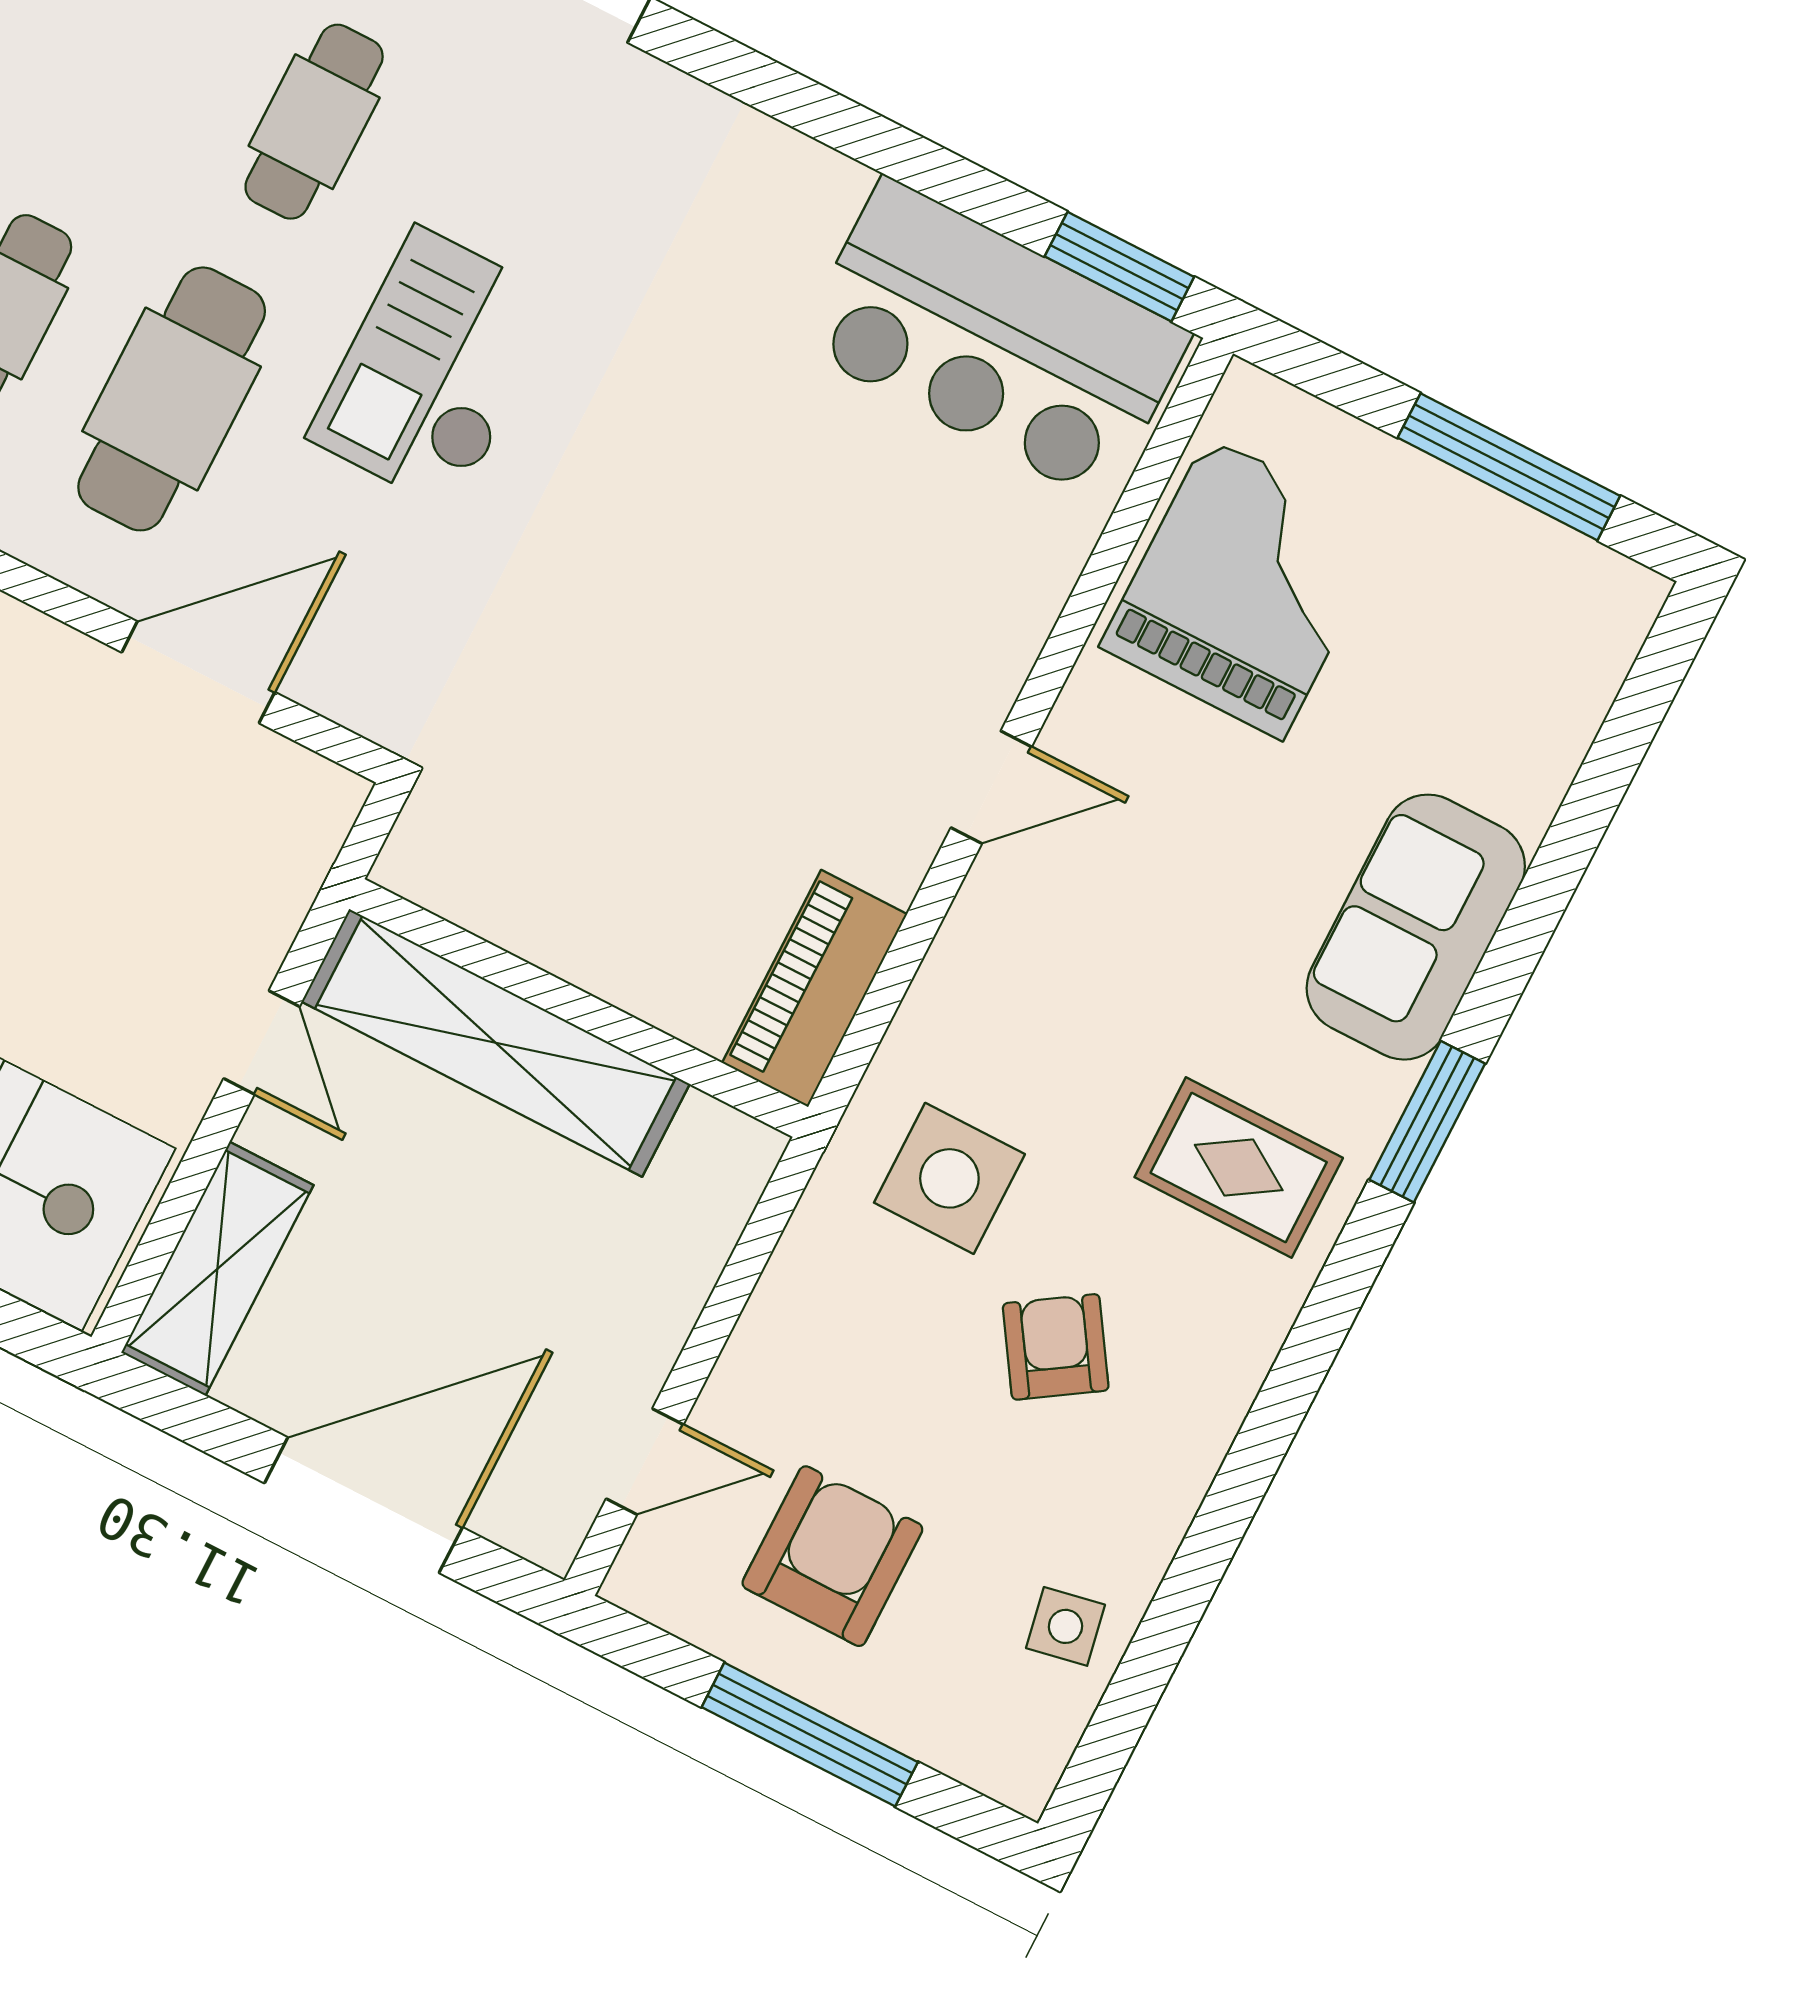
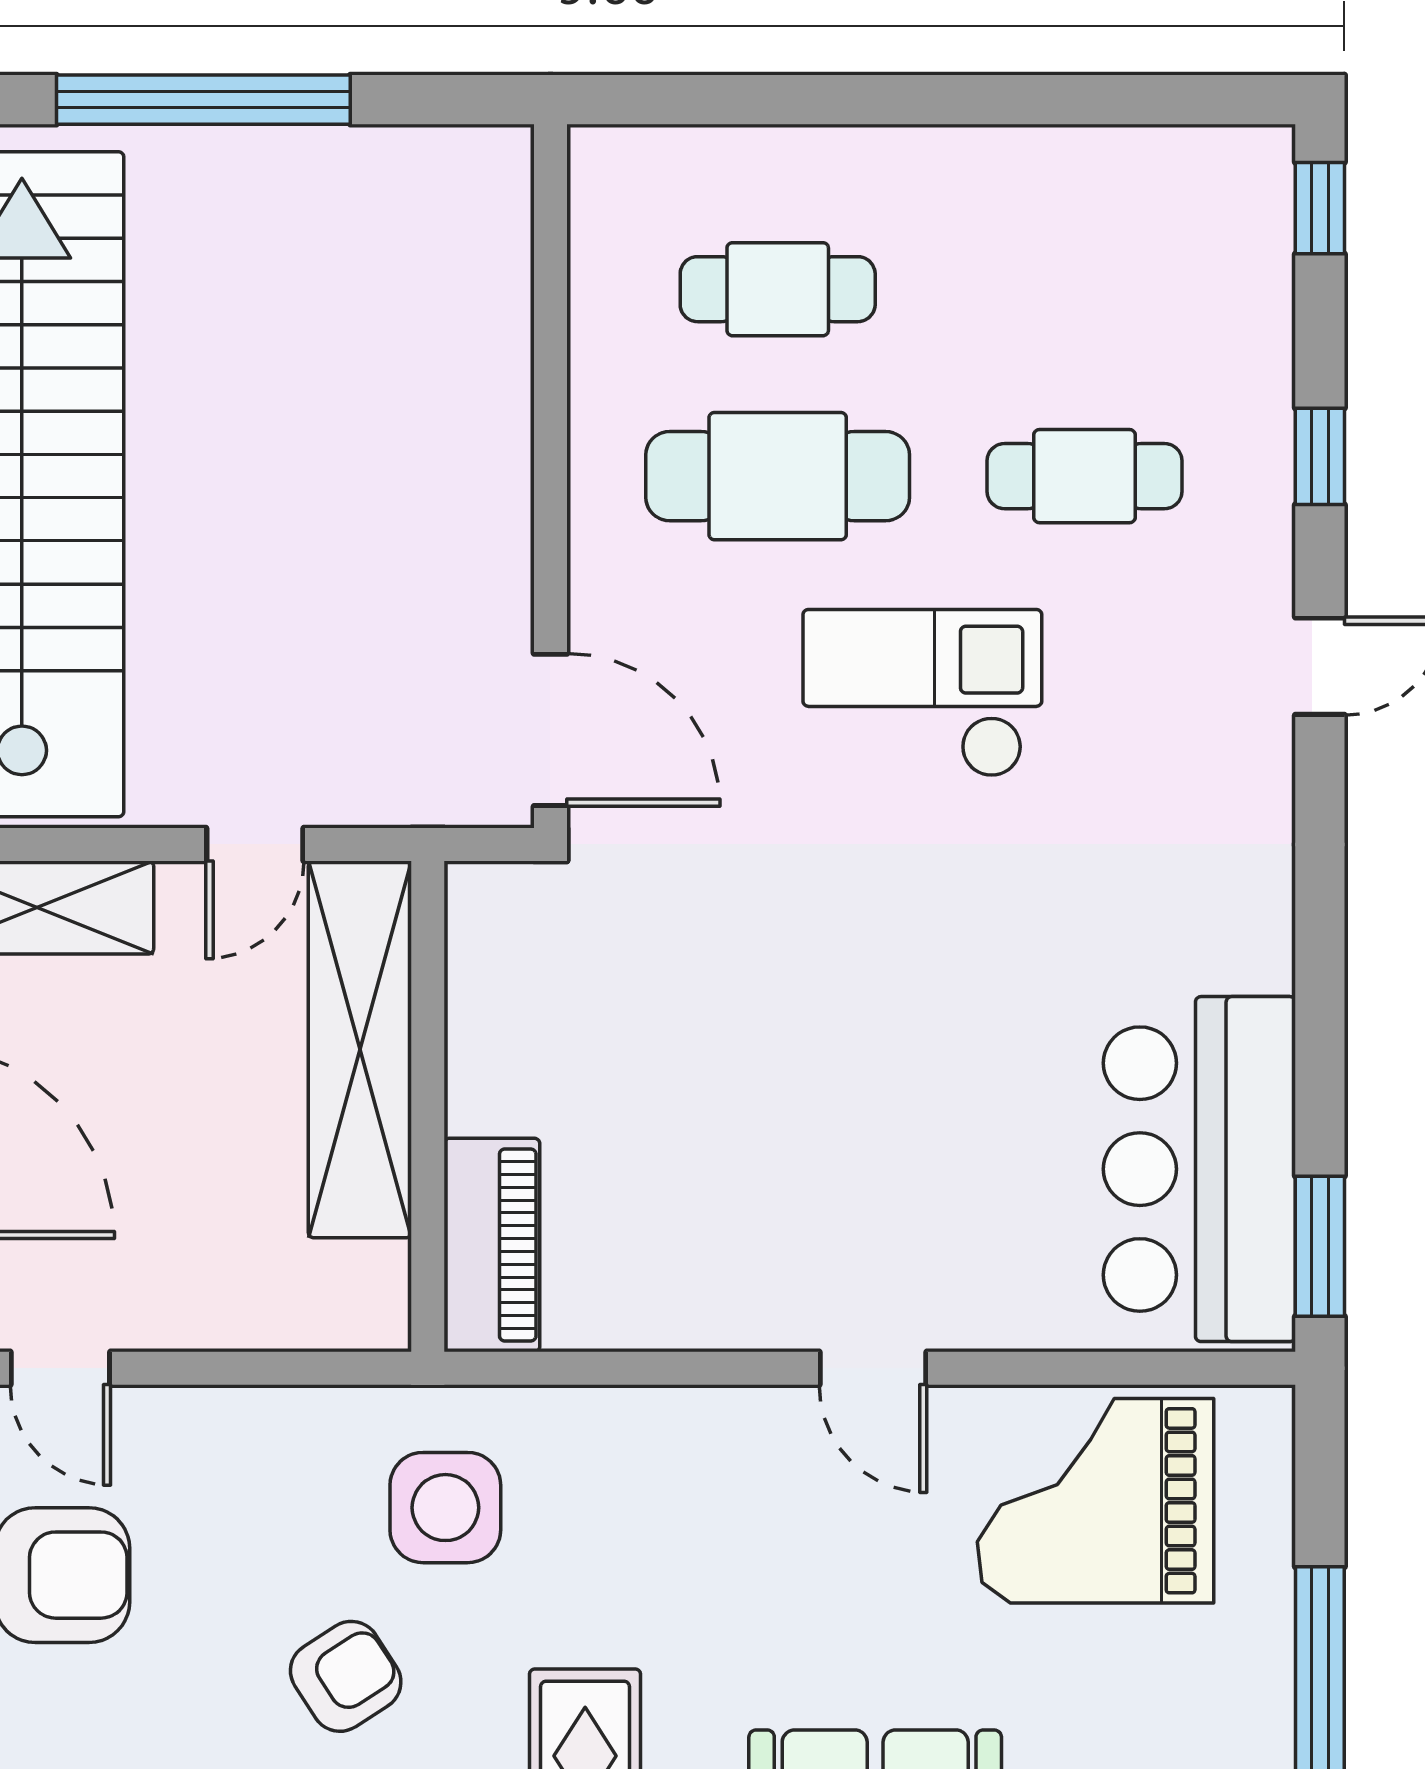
grand piano: (1245, 588) -> (1096, 1501), turned 180
door: (198, 672) -> (550, 730), moved
door: (991, 787) -> (873, 1368), moved
piano: (815, 988) -> (492, 1245), moved, turned 90

